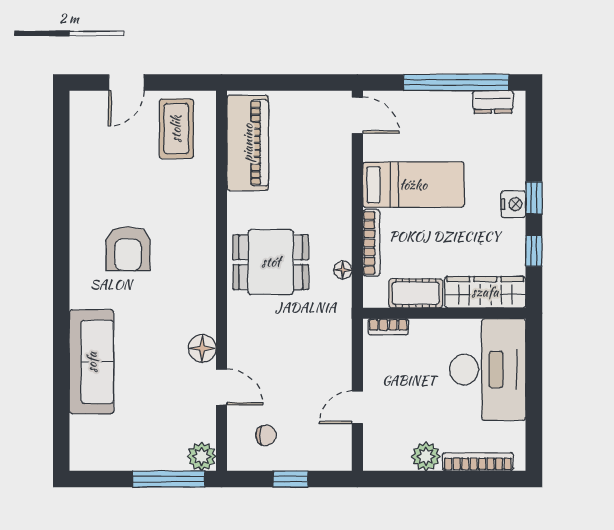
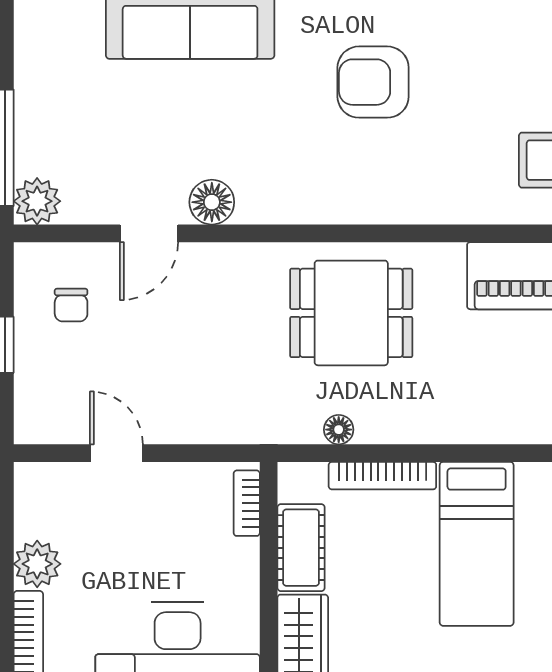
dining table: (271, 262) -> (351, 313), turned 90

